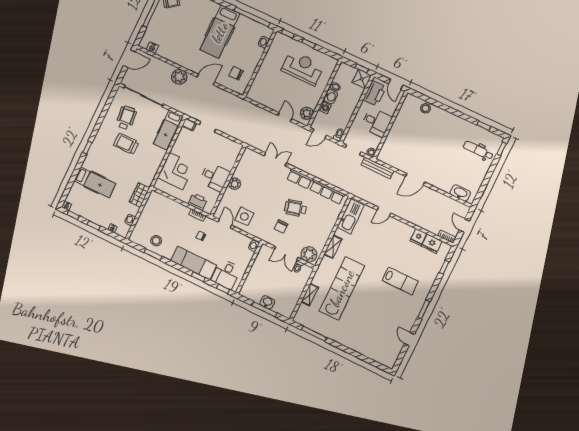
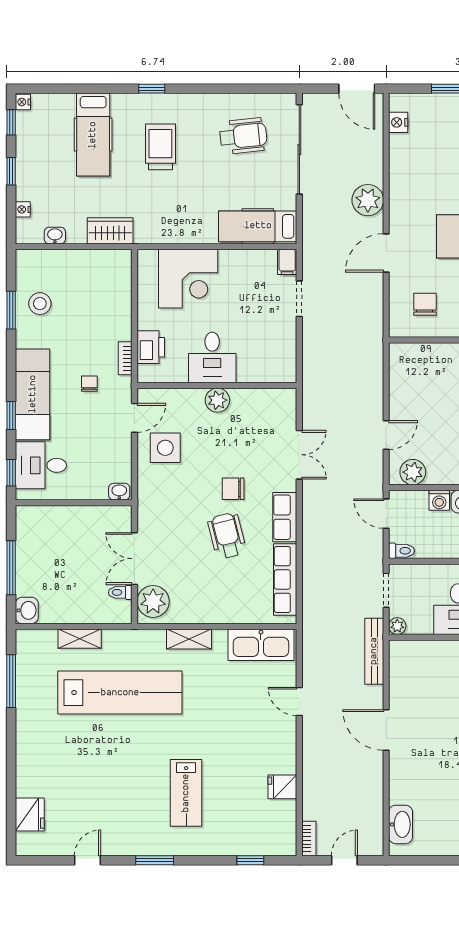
door: (206, 80) -> (386, 253), swing flipped
trolley: (126, 144) -> (160, 147), moved
chair: (281, 226) -> (233, 489), moved
fridge: (432, 244) -> (30, 815), moved, turned 180
washbasin: (267, 302) -> (27, 610), moved

